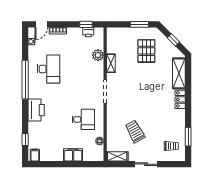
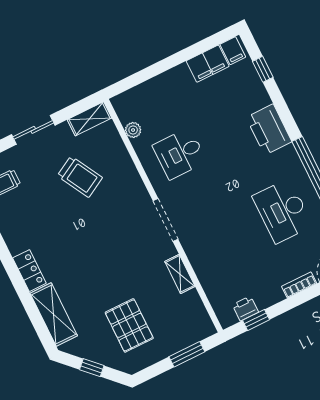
window: (139, 24) -> (187, 354), moved
plant: (98, 55) -> (209, 277), removed
filing cabinet: (73, 155) -> (208, 64), moved

